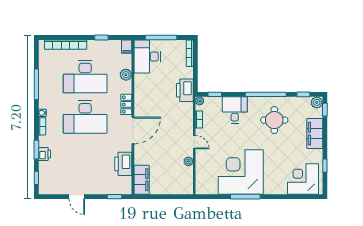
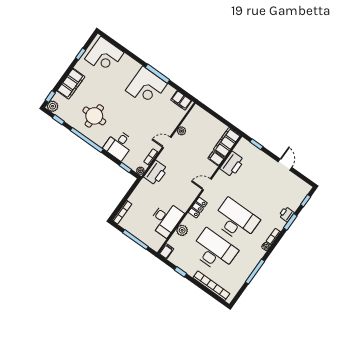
desk: (147, 57) -> (166, 219), moved
printer: (185, 90) -> (156, 173), moved
door: (133, 130) -> (207, 184), width x0.53
door: (194, 142) -> (167, 142), hinge flipped
filing cabinet: (141, 159) -> (216, 158), added
corner desk: (241, 172) -> (146, 87), width x0.74, depth x0.74
filing cabinet: (208, 188) -> (181, 100), added

